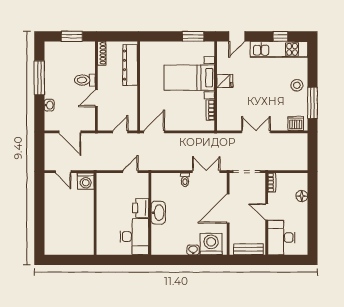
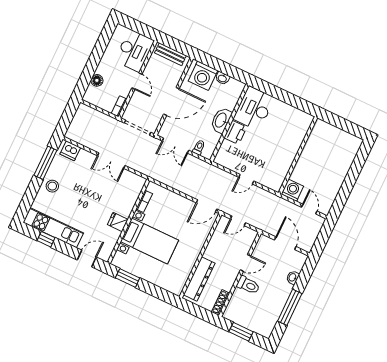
printer: (141, 208) -> (235, 132), moved
washbasin: (158, 213) -> (221, 120), moved
wall: (150, 214) -> (229, 123), moved
desk: (134, 236) -> (254, 109), moved

